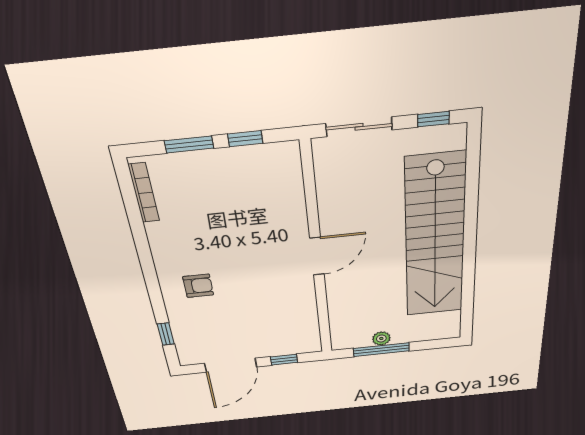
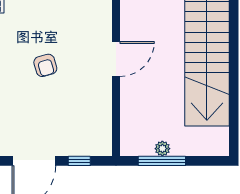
armchair: (198, 286) -> (45, 65), moved, turned 74

